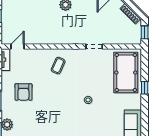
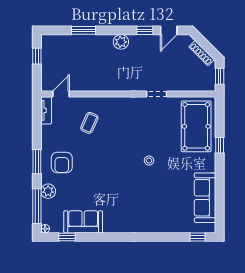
coffee table: (58, 66) -> (89, 123), moved
armchair: (23, 92) -> (62, 162), moved

